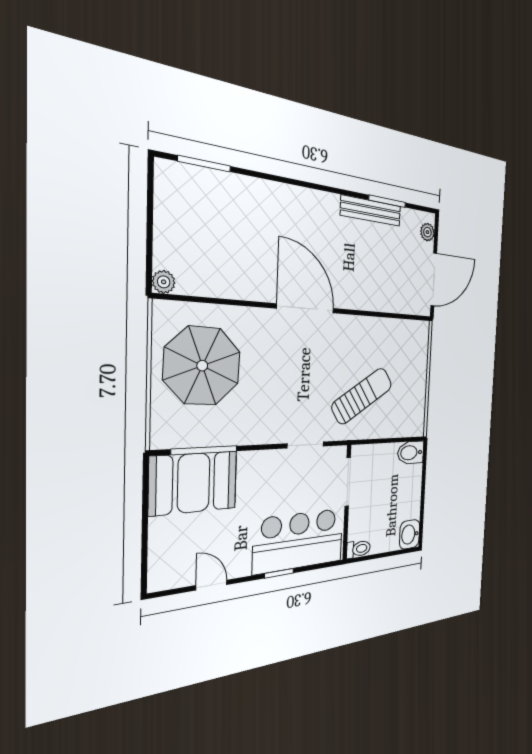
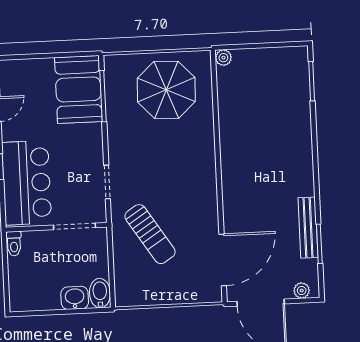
door: (306, 308) -> (223, 260), moved
washbasin: (410, 534) -> (75, 298), moved

